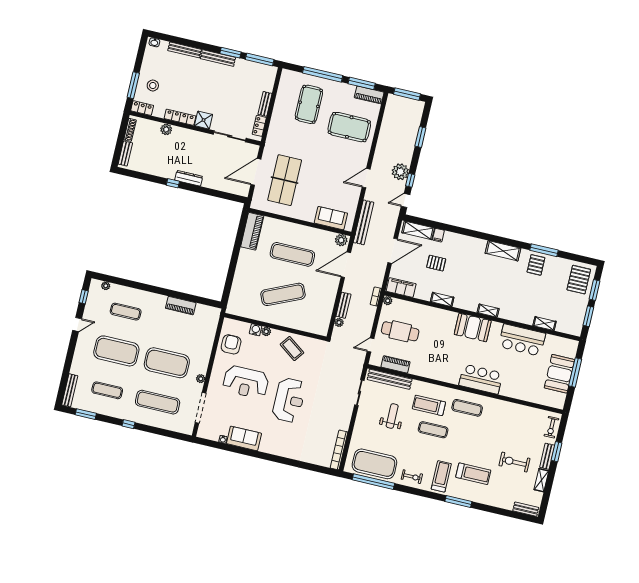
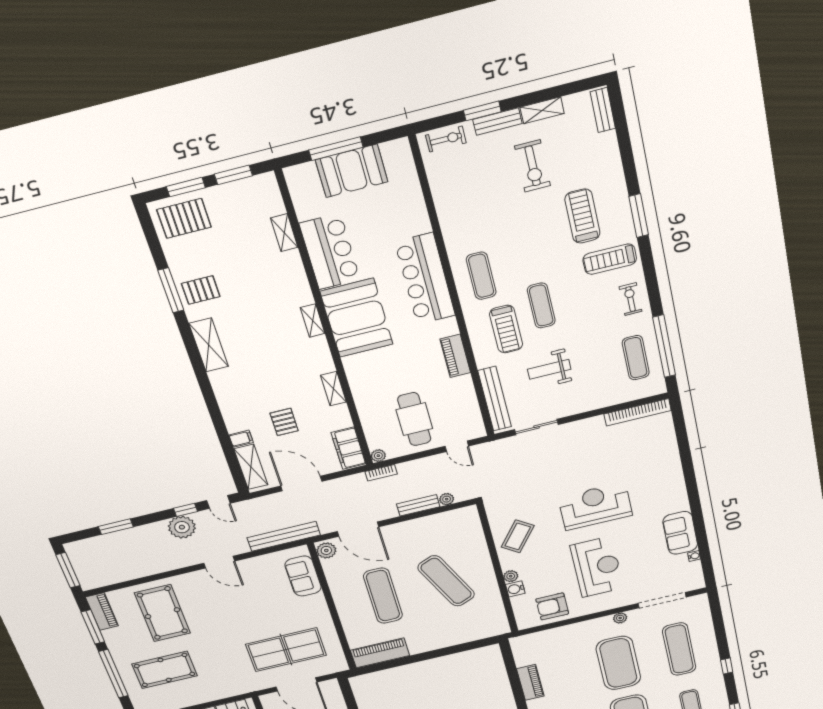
booth: (473, 327) -> (357, 318), width x1.36, depth x1.42
piano: (396, 364) -> (455, 356), moved
bar counter: (481, 379) -> (425, 279), width x1.36
exercise mat: (374, 464) -> (636, 358), width x0.50, depth x0.69

